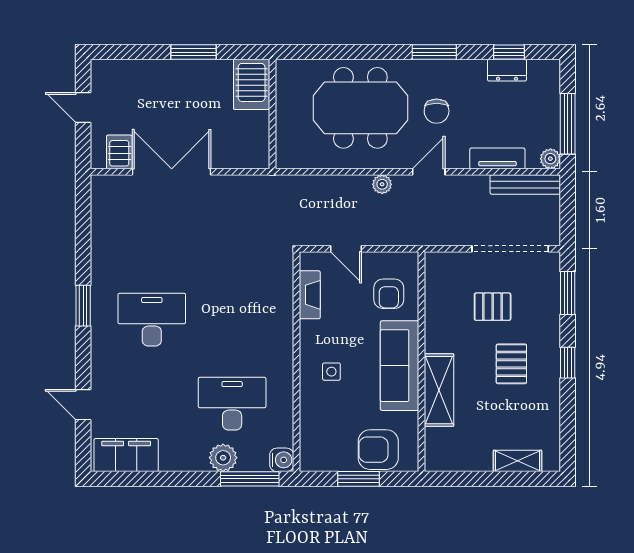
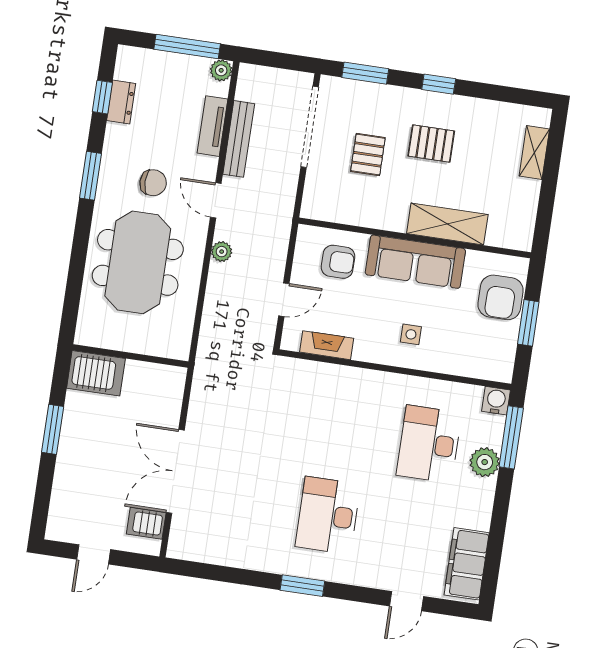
bench: (525, 184) -> (239, 139), moved

